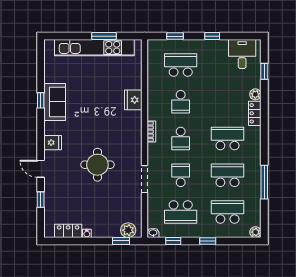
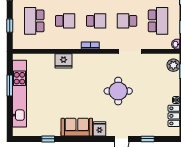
window: (41, 100) -> (48, 139), moved
sofa: (55, 102) -> (77, 127), moved

